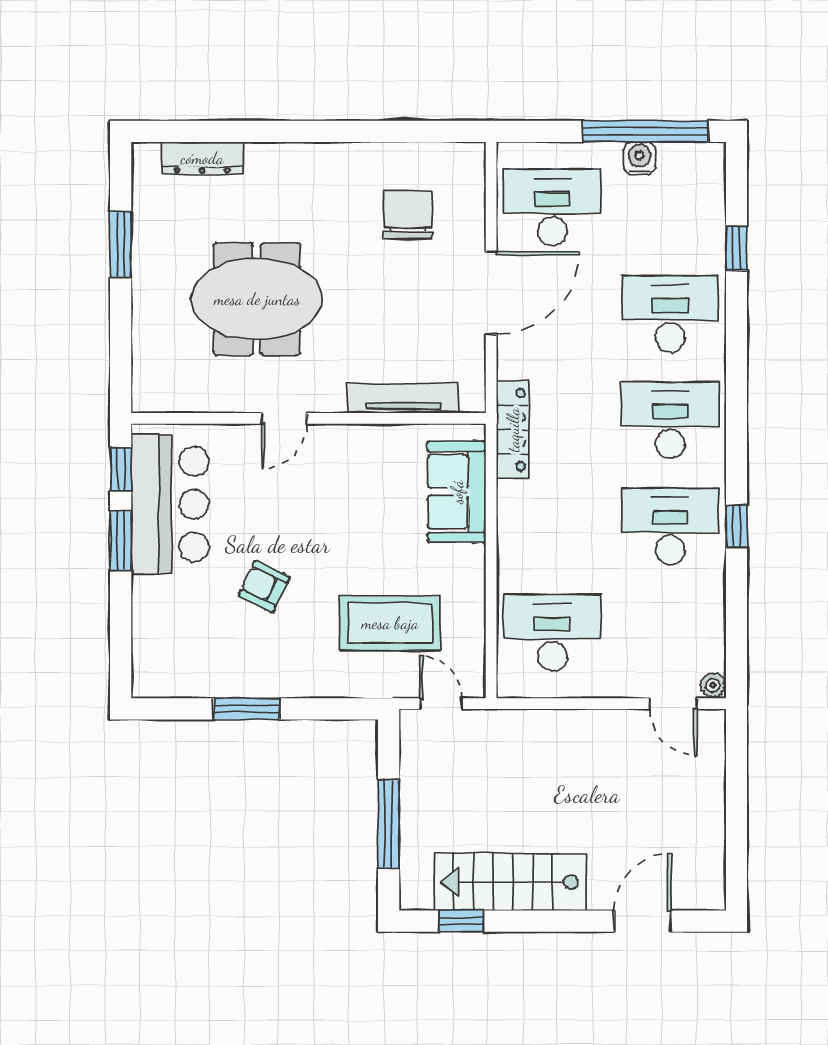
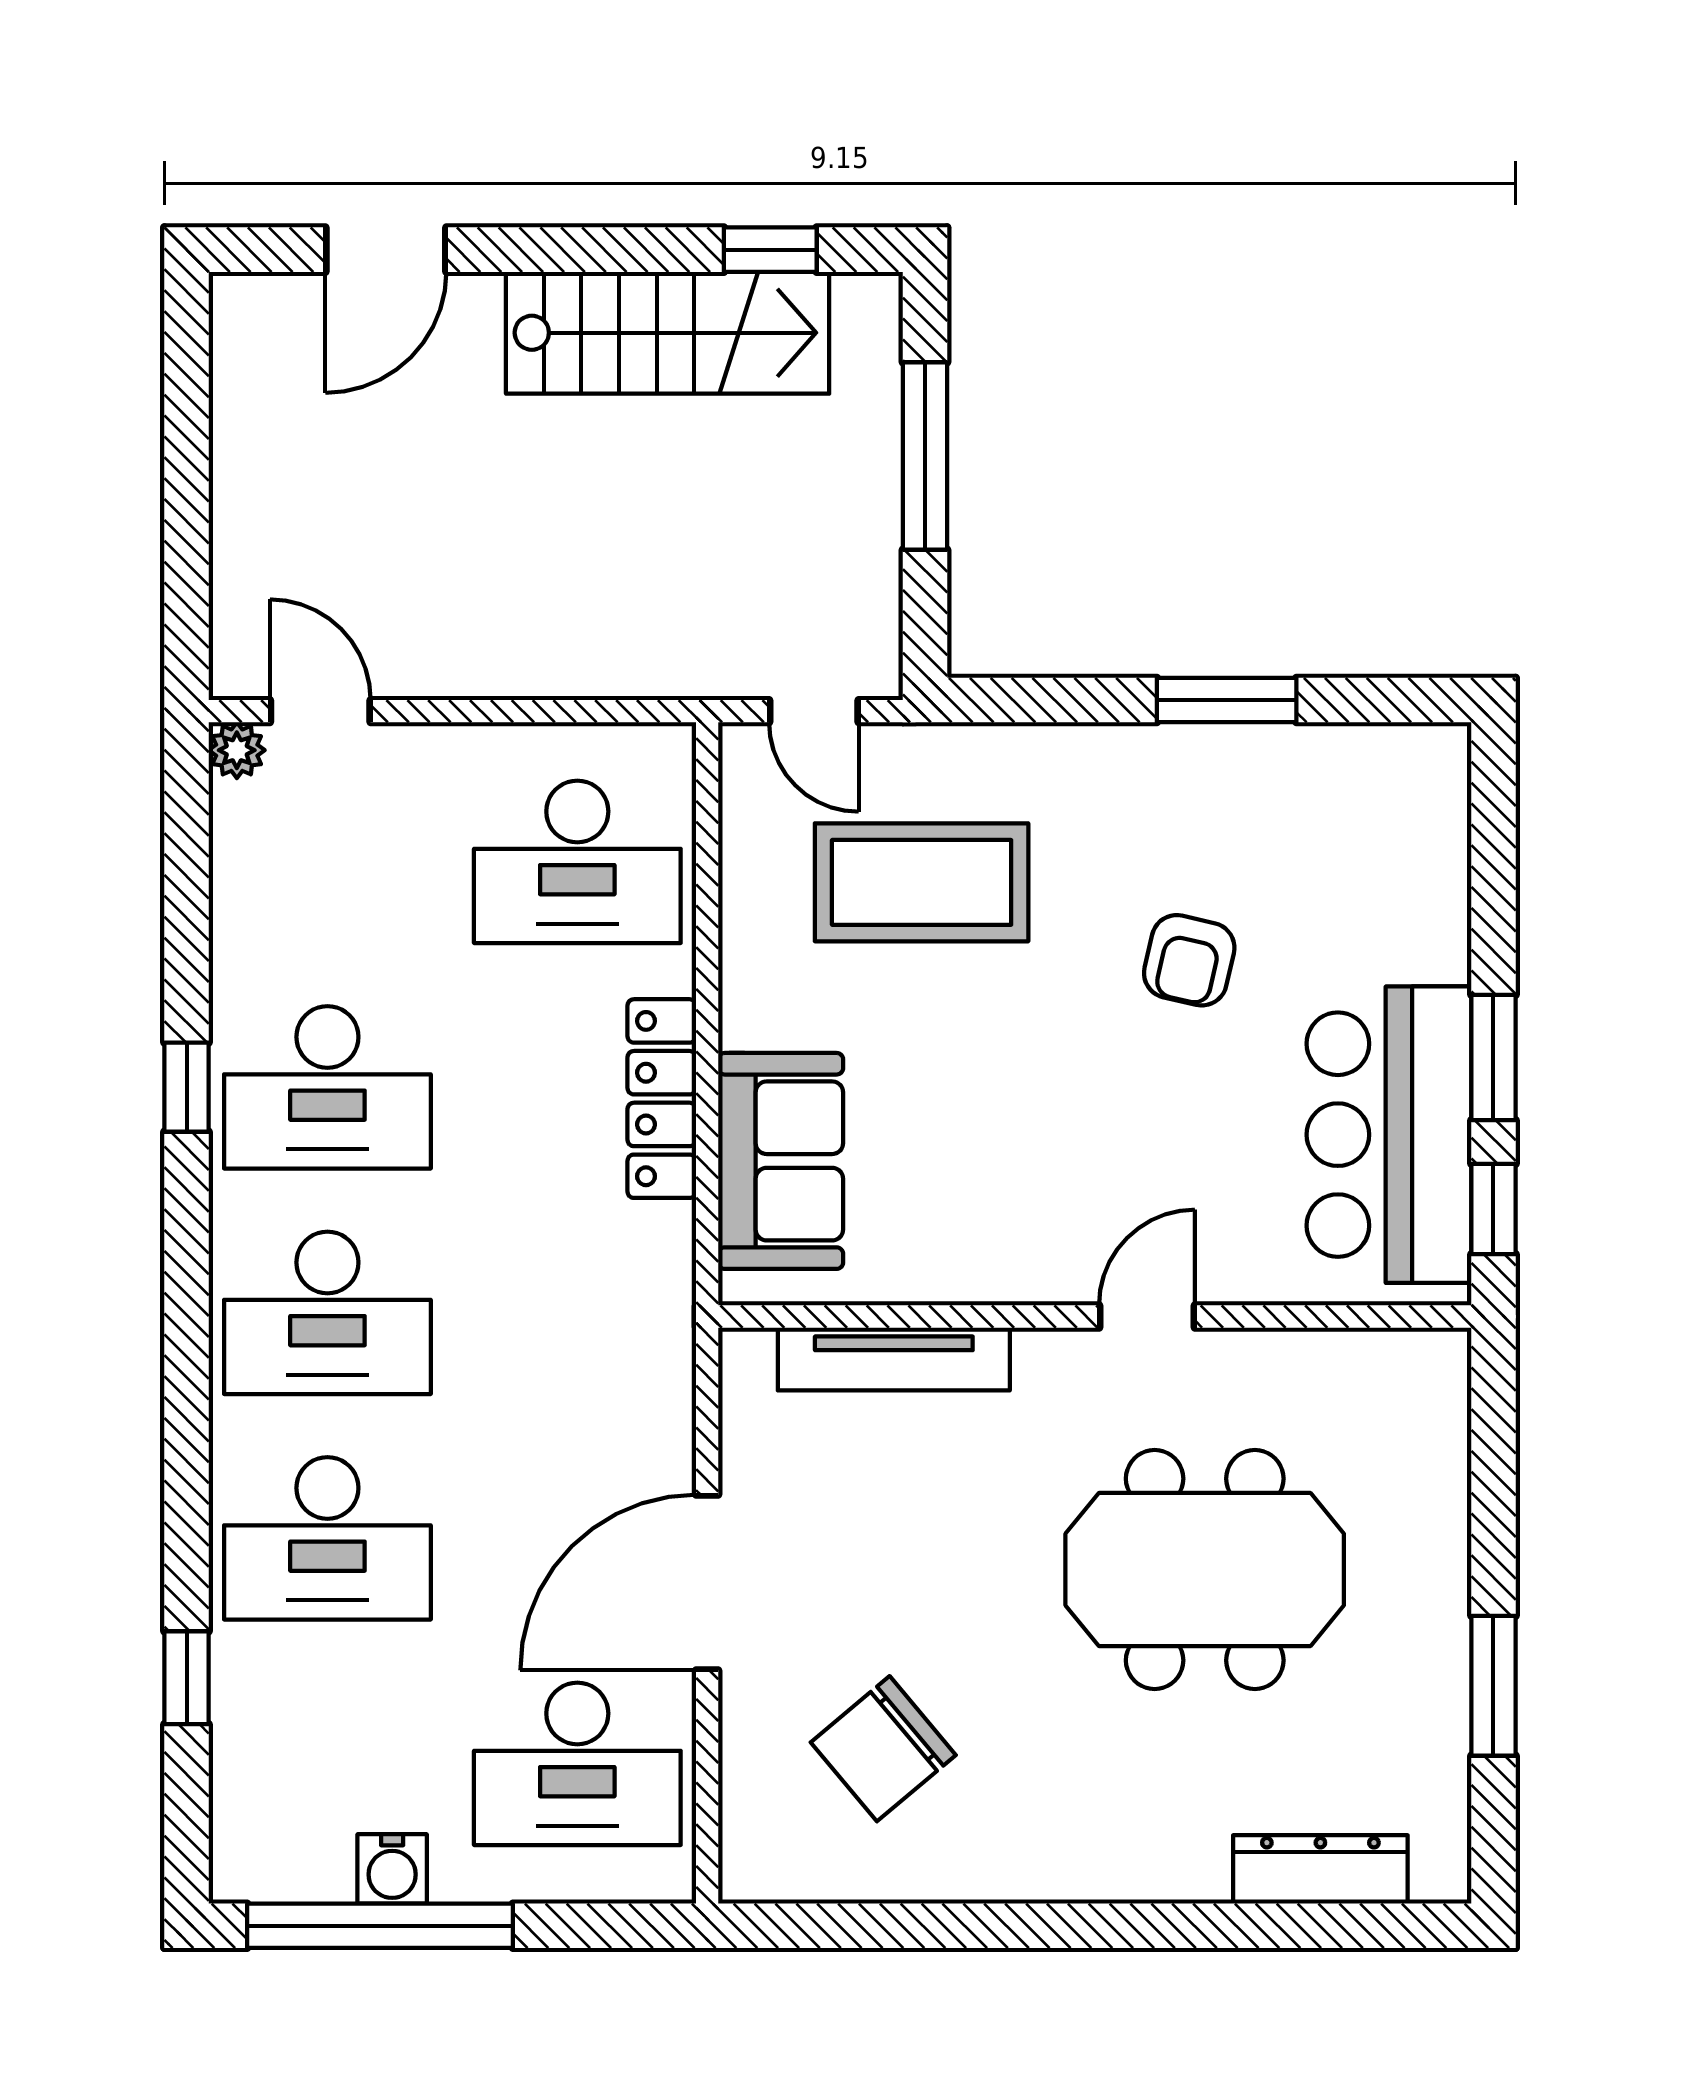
chair: (408, 215) -> (883, 1749), turned 50
locker: (513, 430) -> (662, 1099), moved
armchair: (264, 586) -> (1189, 960), turned 77

